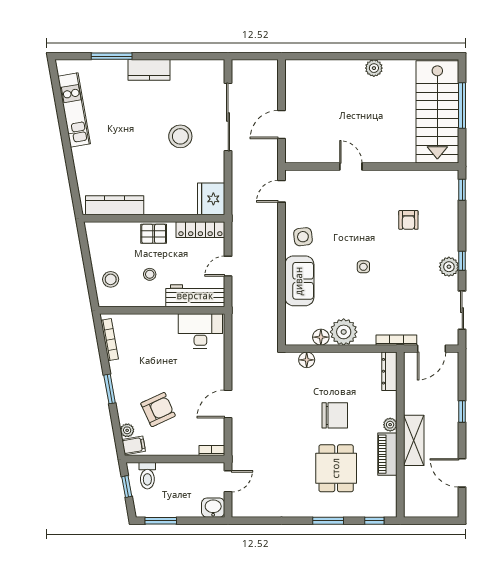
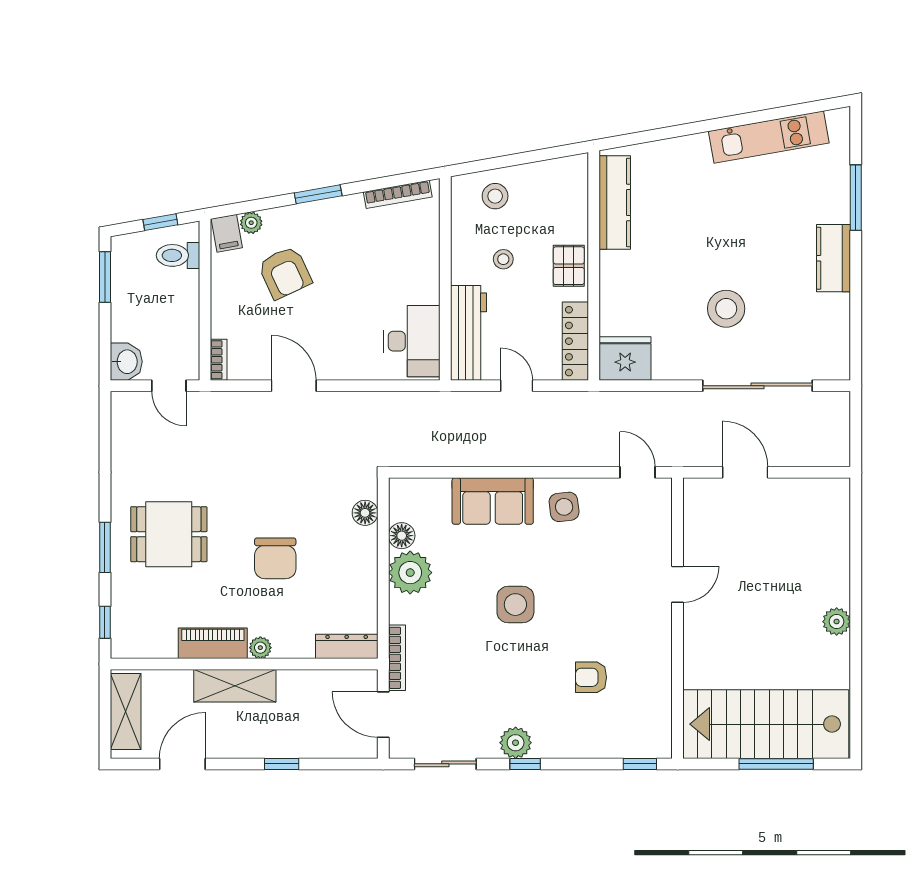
side table: (363, 267) -> (515, 605), width x1.87, depth x1.87
dining table: (336, 468) -> (169, 534), moved
shelving: (430, 508) -> (126, 711), added

